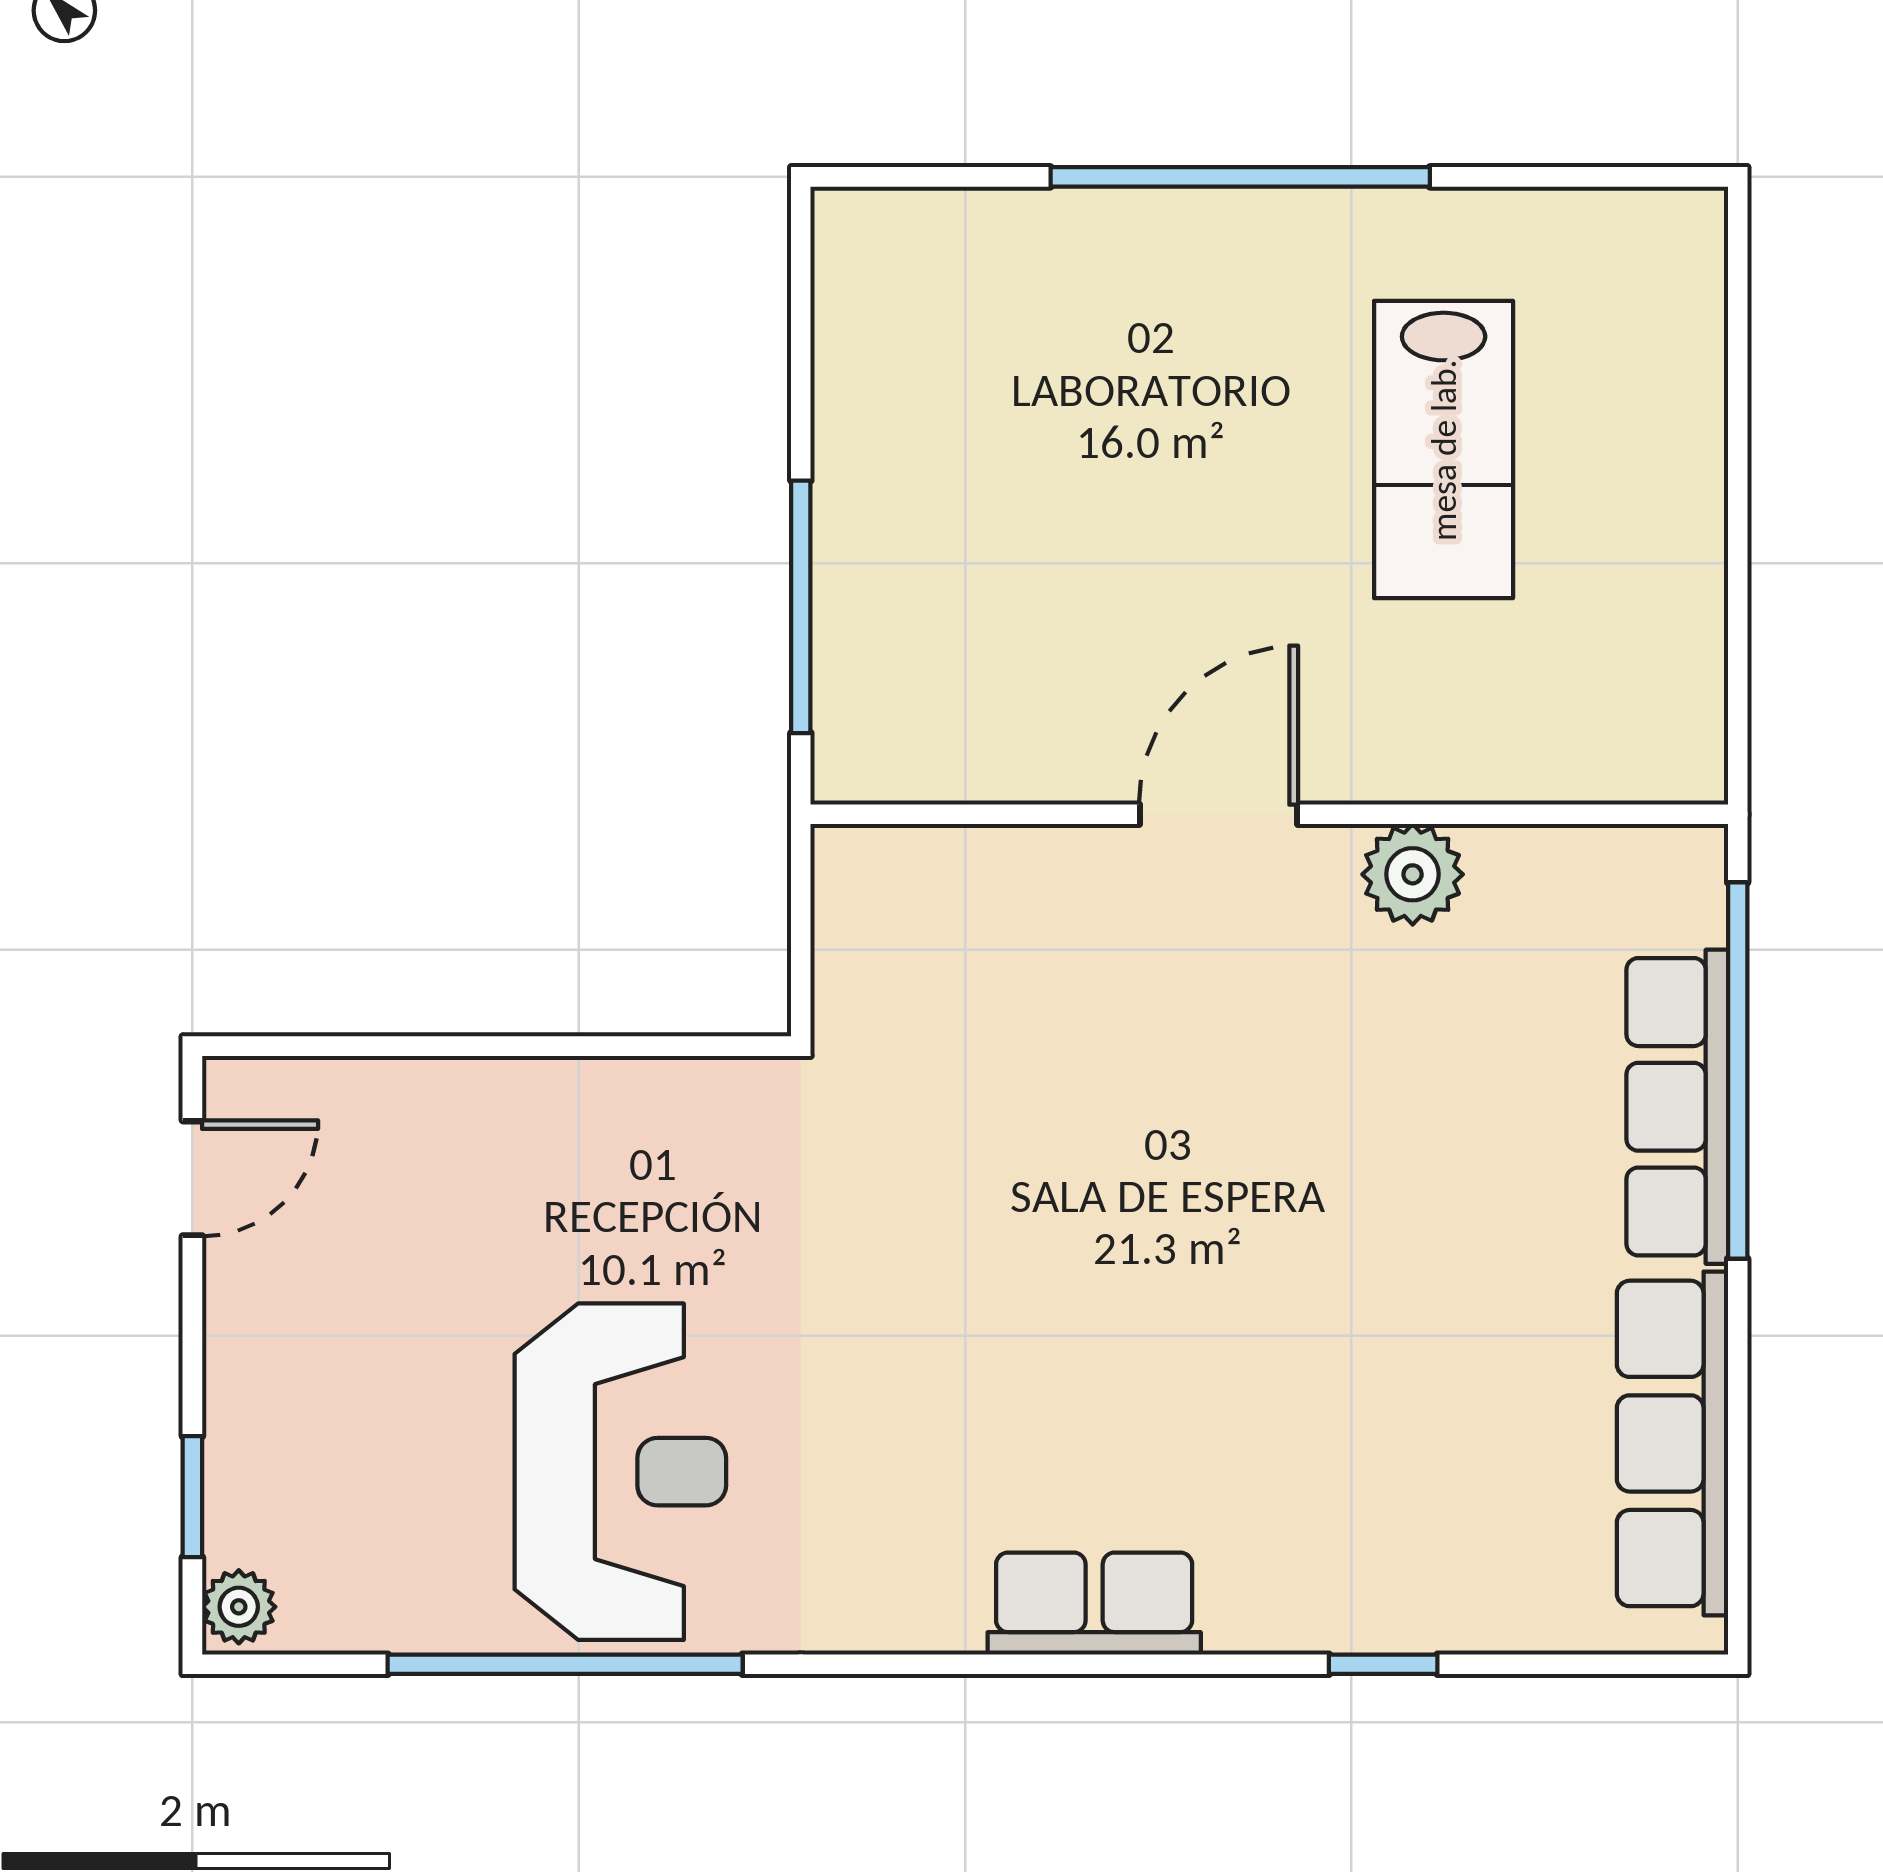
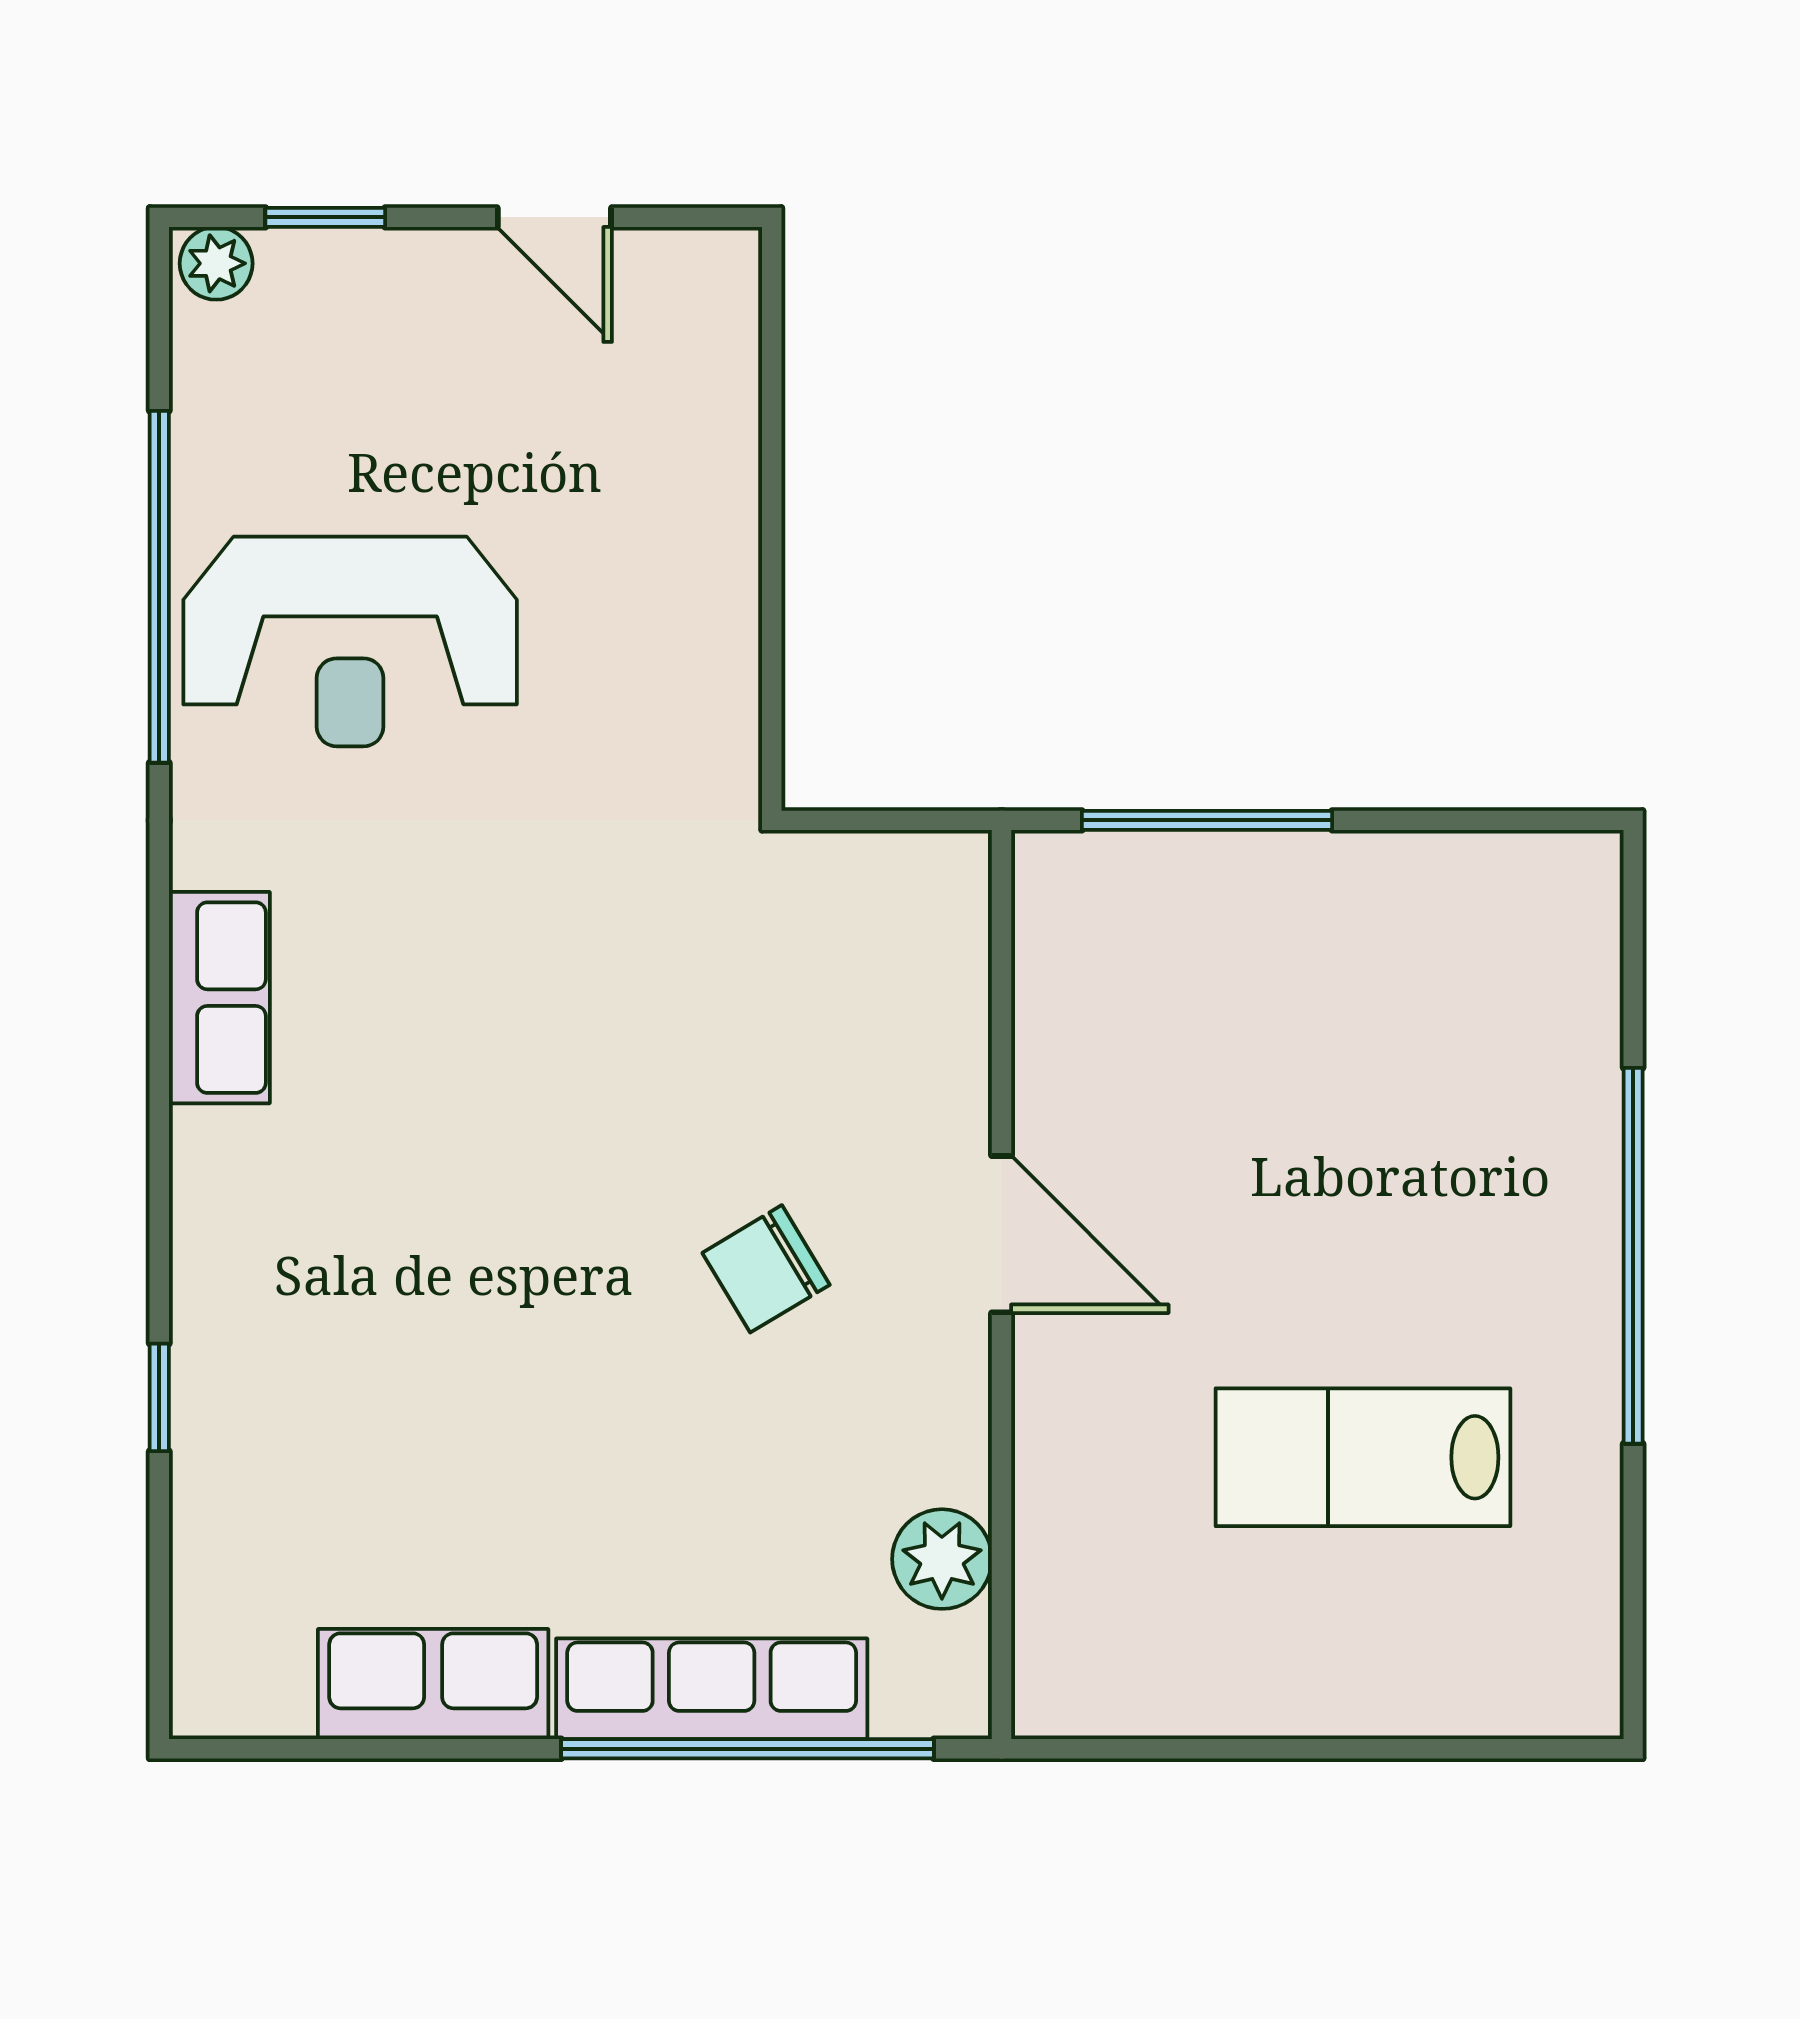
plant: (1413, 874) -> (942, 1559), moved
chair: (1253, 1052) -> (766, 1269), added
door: (192, 1178) -> (554, 217), moved
row of seats: (1672, 1443) -> (433, 1684), width x0.68
row of seats: (1094, 1604) -> (219, 998), moved

